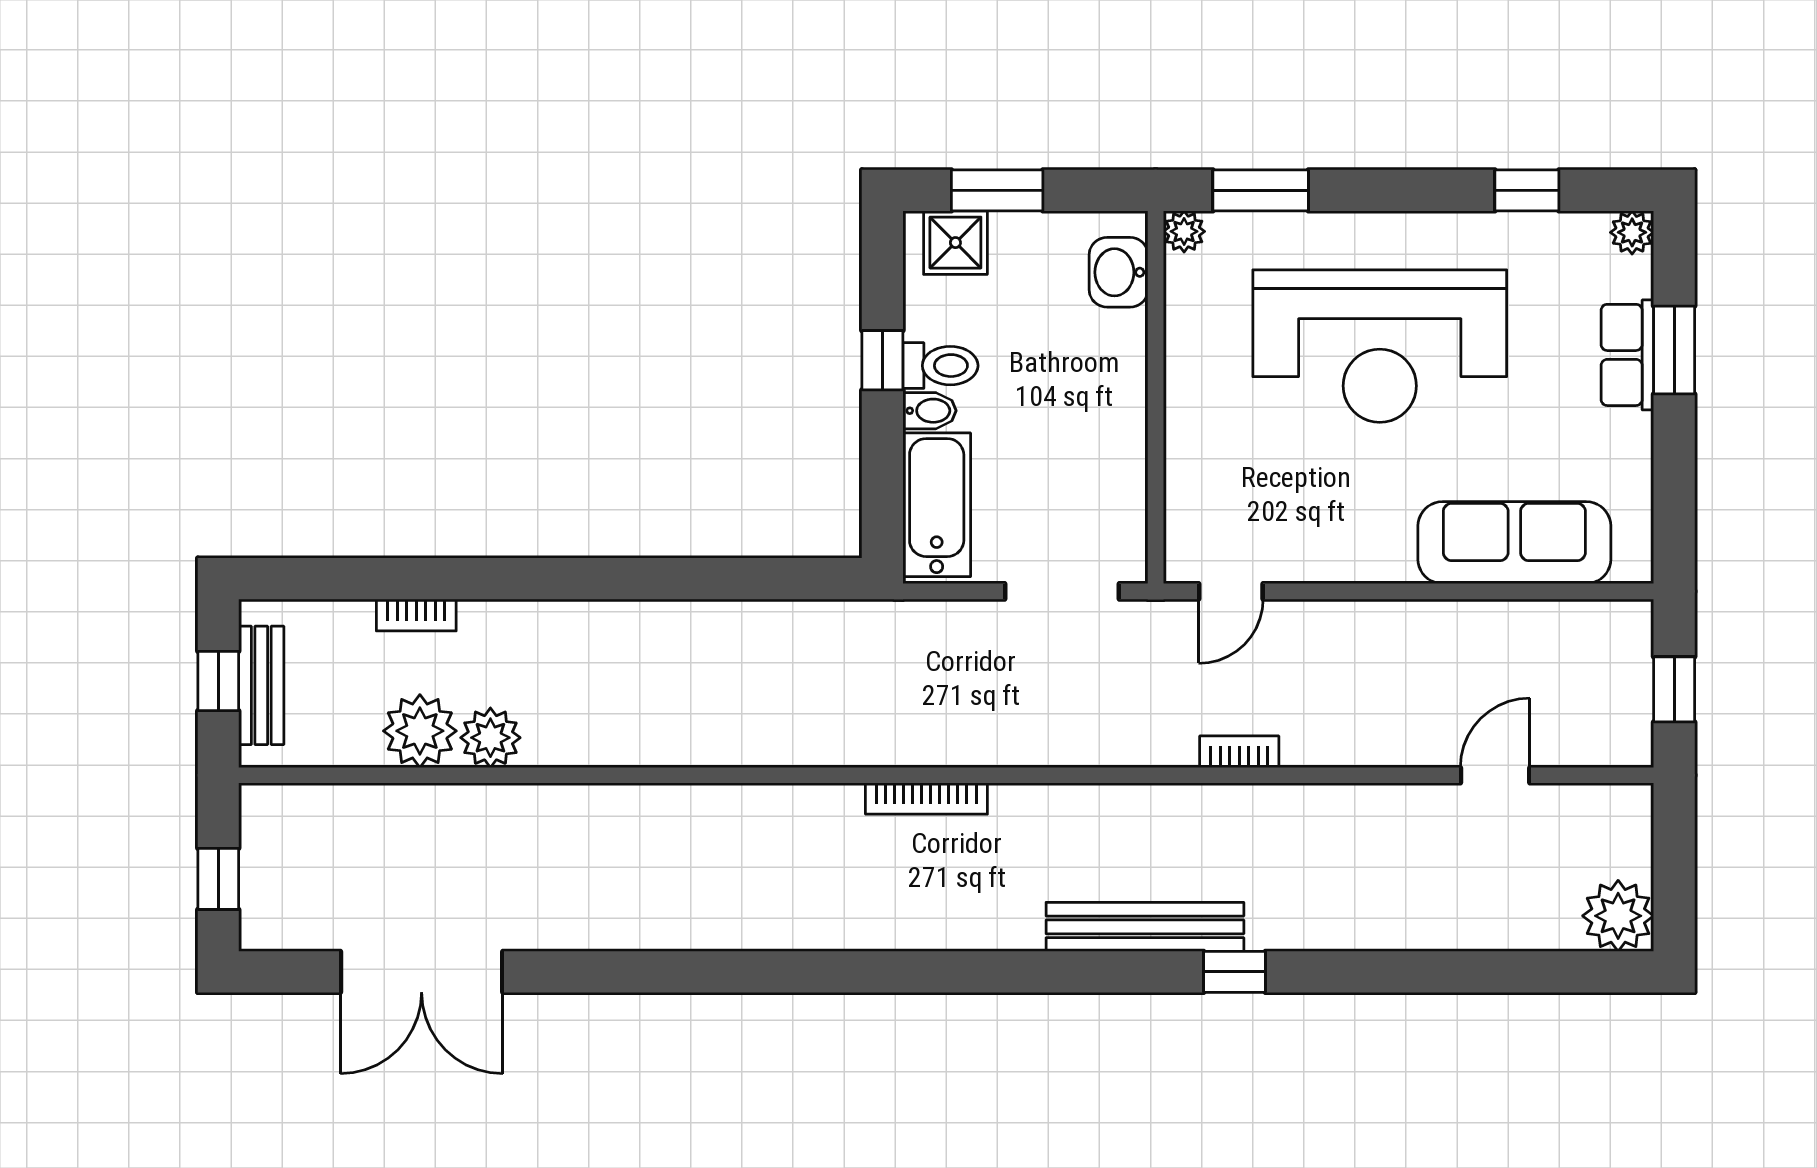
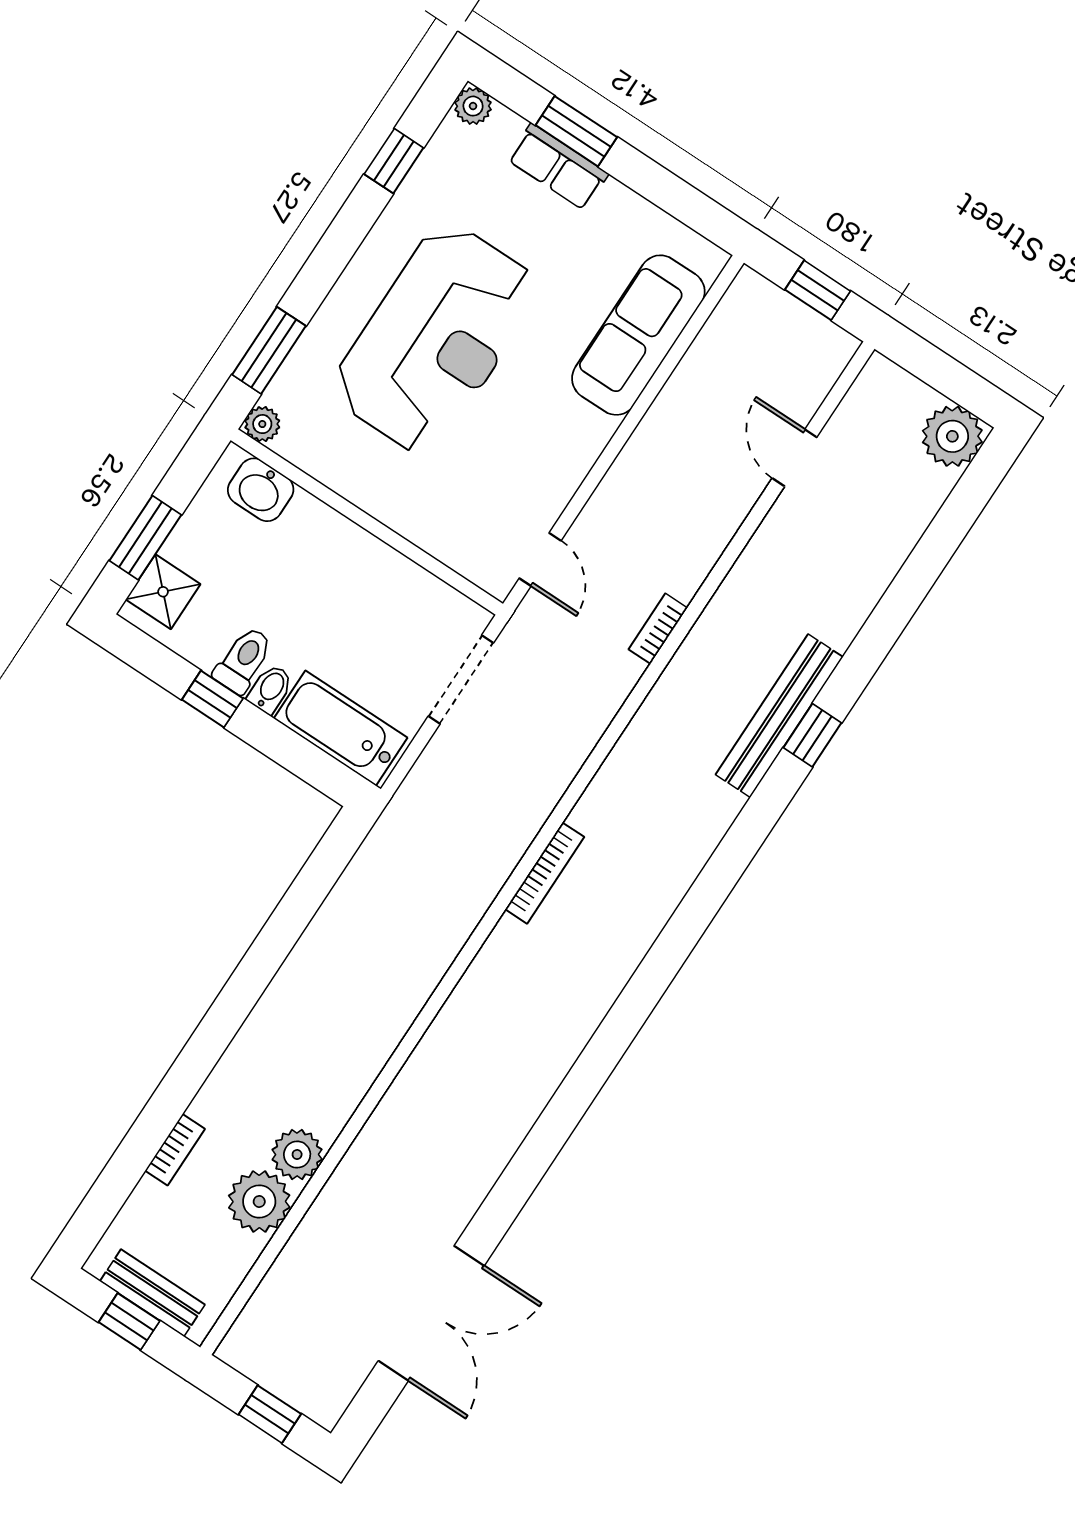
bench: (1145, 927) -> (779, 716), moved

